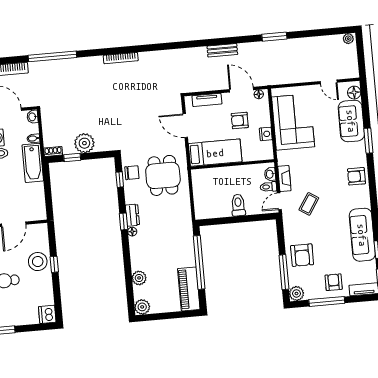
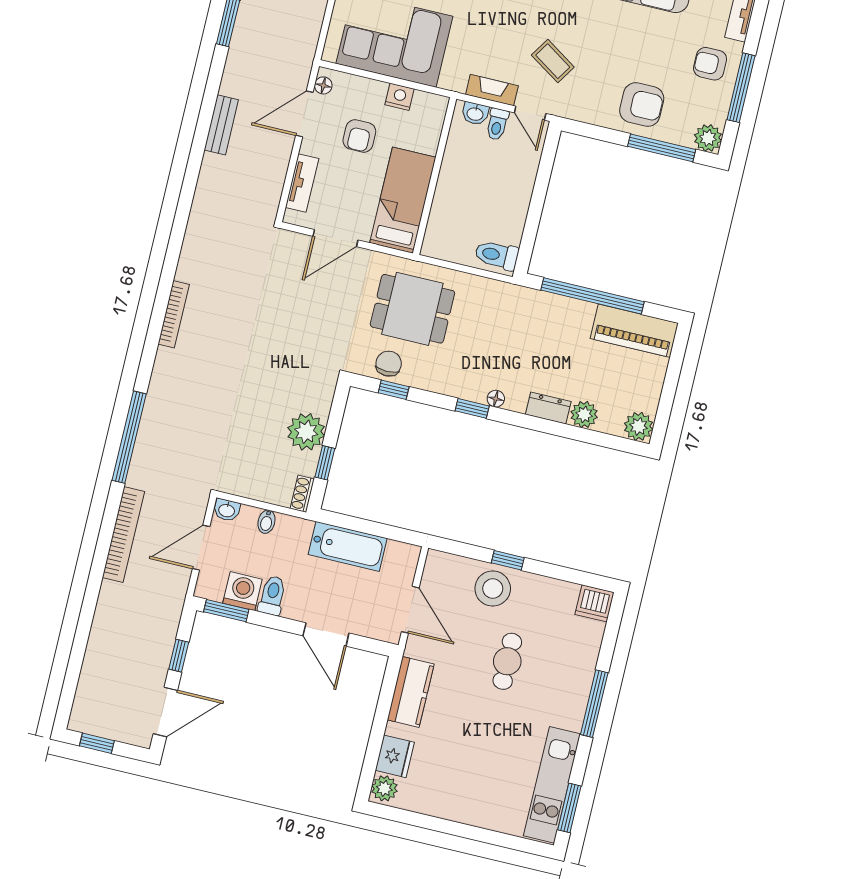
bathtub: (33, 163) -> (348, 546), moved
toilet: (238, 205) -> (497, 255), moved
dresser: (132, 215) -> (548, 408), moved

